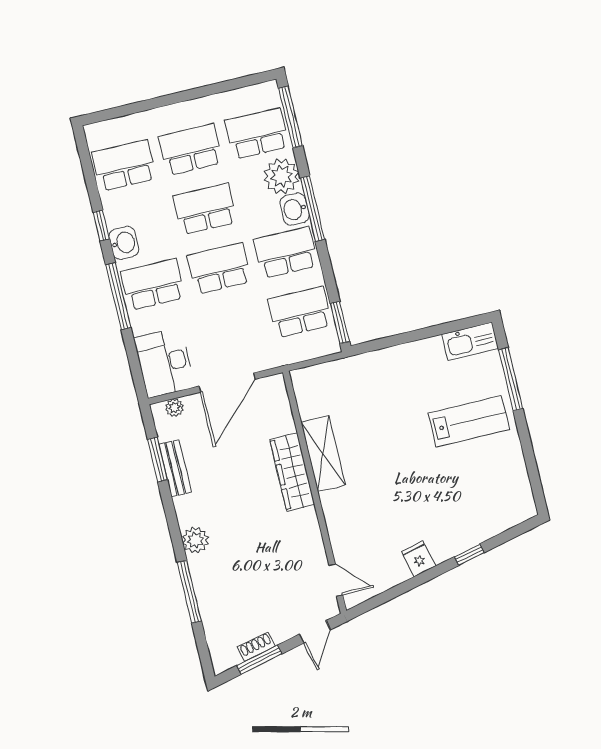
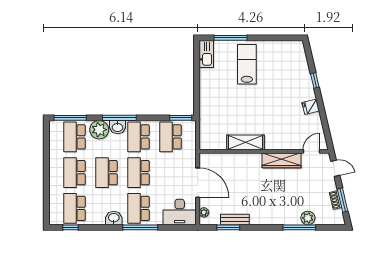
window: (101, 226) -> (70, 227), moved
wardrobe: (292, 472) -> (282, 160), moved
plant: (195, 540) -> (308, 218), moved

